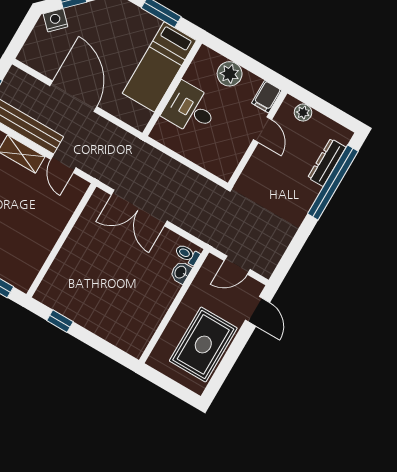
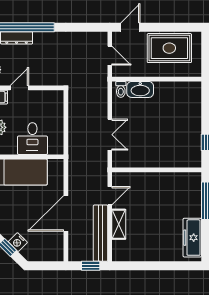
nightstand: (55, 20) -> (18, 242), moved
double door: (139, 208) -> (110, 135), width x0.73
washbasin: (181, 272) -> (140, 89), width x1.91, depth x1.45

